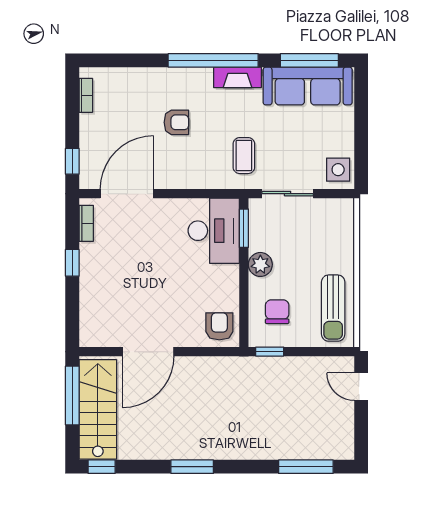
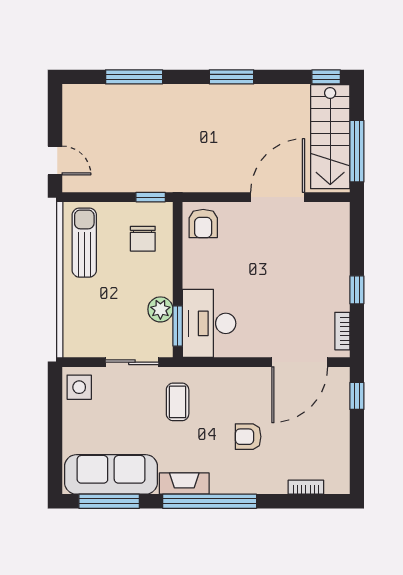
bookcase: (86, 95) -> (306, 487), moved, turned 90
plant: (260, 264) -> (160, 309), moved
window: (306, 467) -> (134, 77), moved

